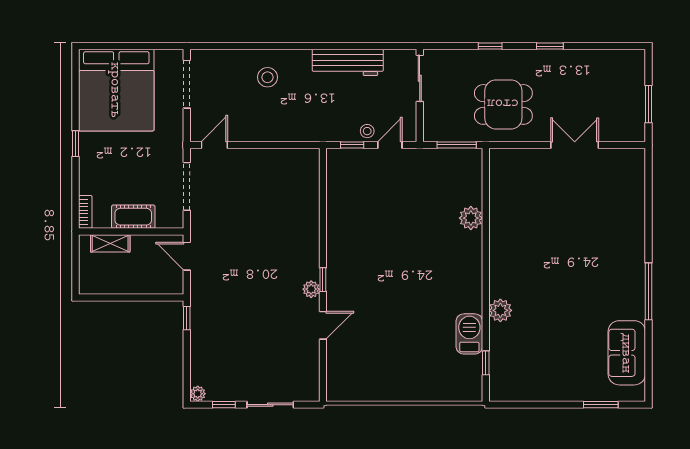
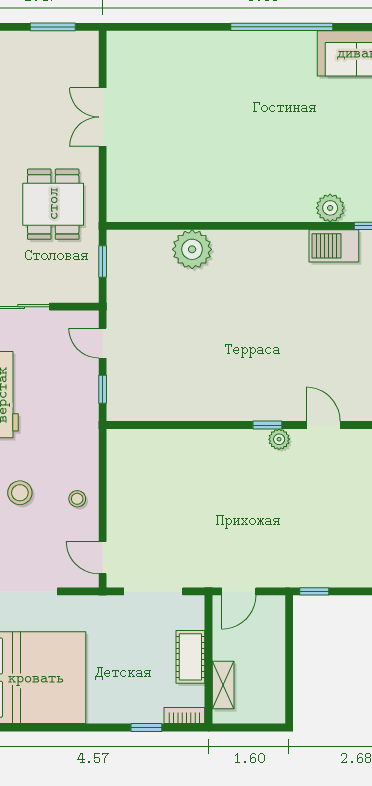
stool: (367, 131) -> (77, 499), moved
window: (76, 144) -> (146, 727), moved
window: (457, 145) -> (103, 261), width x0.67
plant: (471, 218) -> (192, 249), width x1.36, depth x1.36
window: (648, 291) -> (282, 27), width x1.46
plant: (500, 310) -> (330, 208), moved

